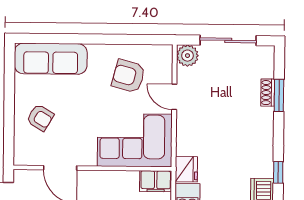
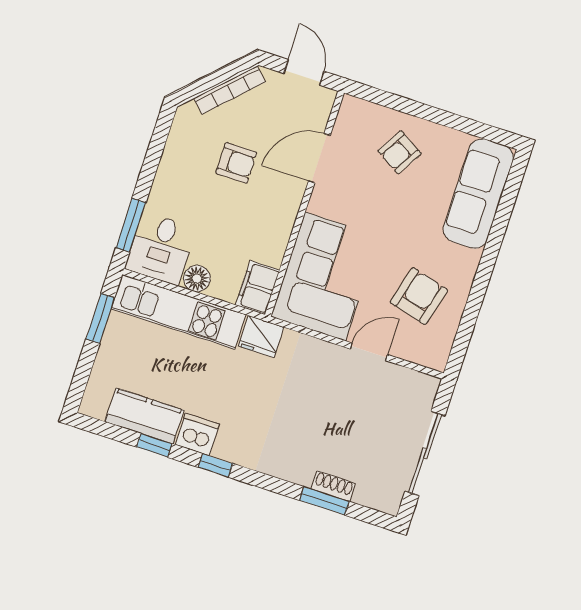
plant: (187, 56) -> (422, 389), removed

